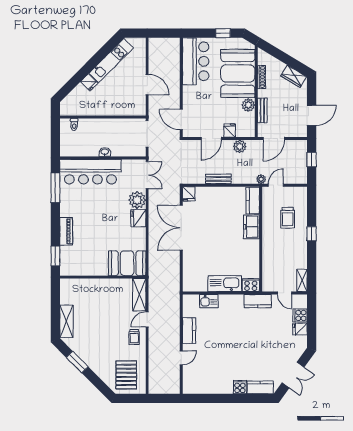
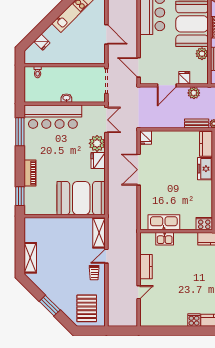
fridge: (89, 82) -> (42, 42), moved
bench: (218, 179) -> (197, 123), moved
double door: (181, 228) -> (139, 170), width x0.73
booth: (127, 263) -> (81, 198), width x1.36, depth x1.42
kitchen sink: (225, 284) -> (164, 222), moved
window: (77, 362) -> (50, 306), moved

